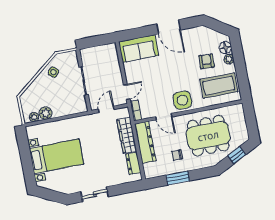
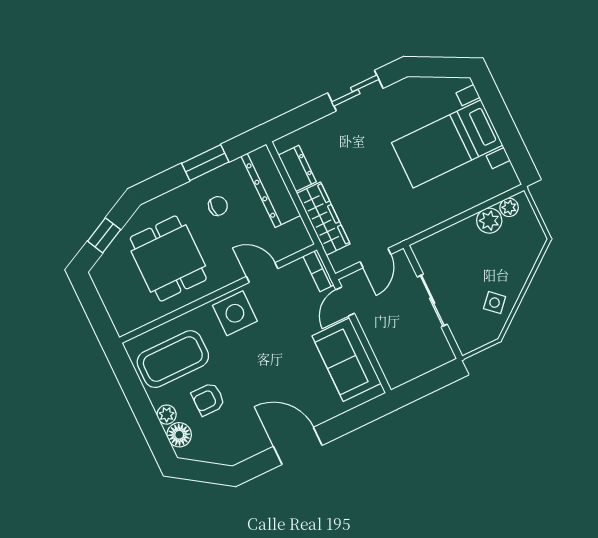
sofa: (139, 49) -> (346, 360), moved, turned -90
armchair: (207, 61) -> (208, 399), turned 87
dining table: (208, 136) -> (168, 258), width x0.73
dresser: (145, 142) -> (271, 186), moved

